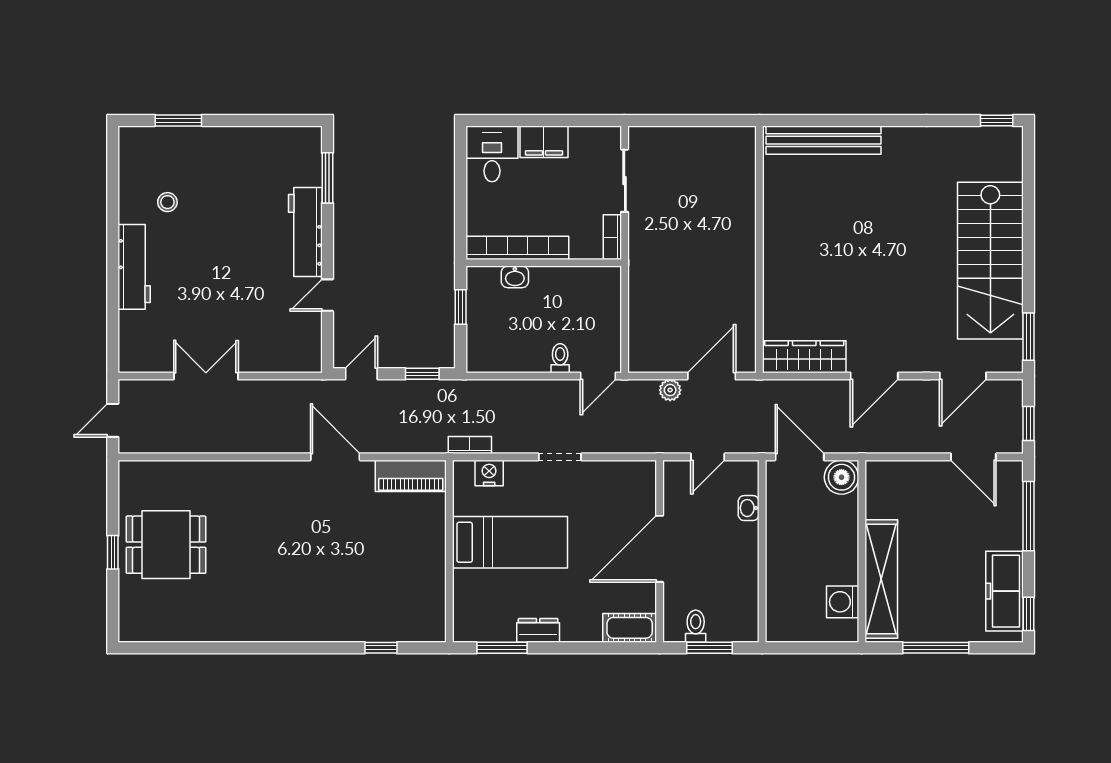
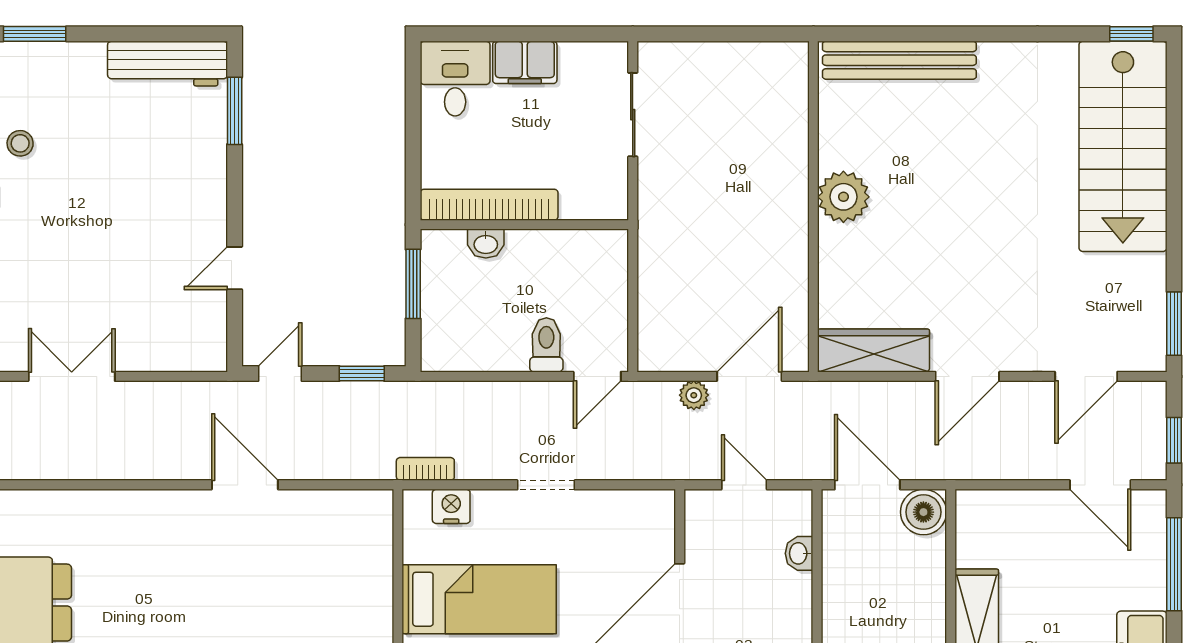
workbench: (305, 232) -> (167, 64), moved, turned -90
bookcase: (612, 237) -> (616, 190), removed
plant: (782, 242) -> (843, 197), added
stairs: (990, 261) -> (1123, 146), moved
window: (461, 307) -> (413, 284), width x1.50
toilet: (560, 358) -> (546, 345), width x1.37, depth x1.39
door: (708, 457) -> (744, 485), swing flipped
piano: (411, 476) -> (346, 510), removed

